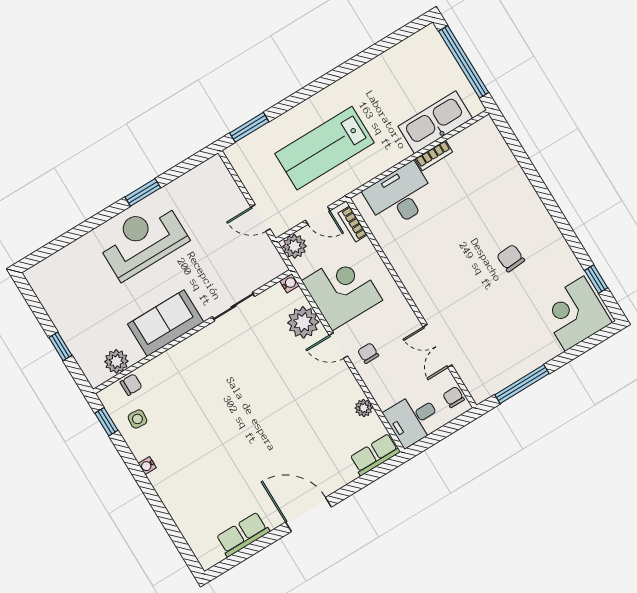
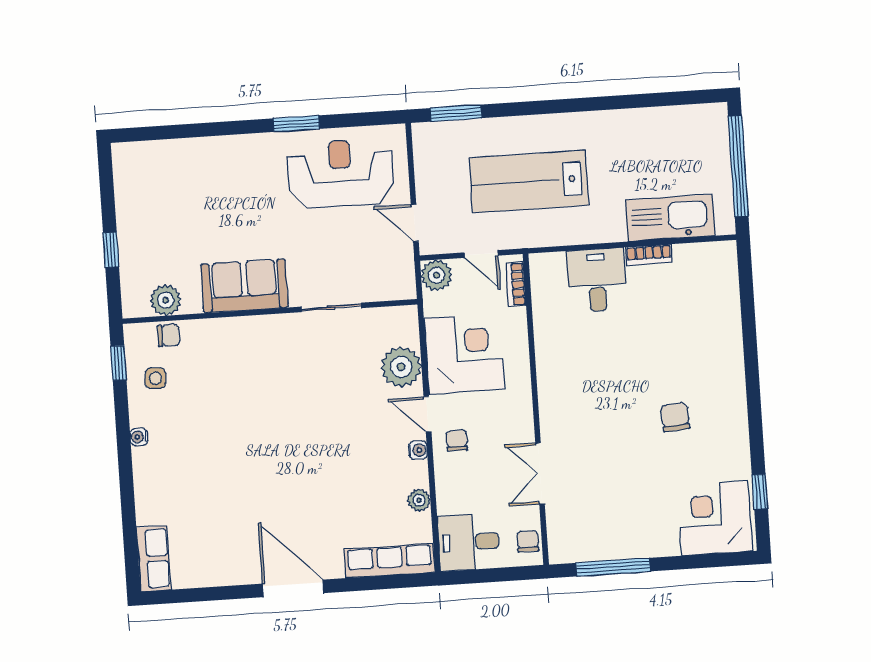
desk: (400, 196) -> (597, 280), width x0.73
reception desk: (143, 240) -> (341, 173), moved
water cooler: (289, 283) -> (418, 450), moved
row of seats: (375, 455) -> (390, 561), width x1.48
row of seats: (243, 534) -> (154, 559), moved, turned 90

